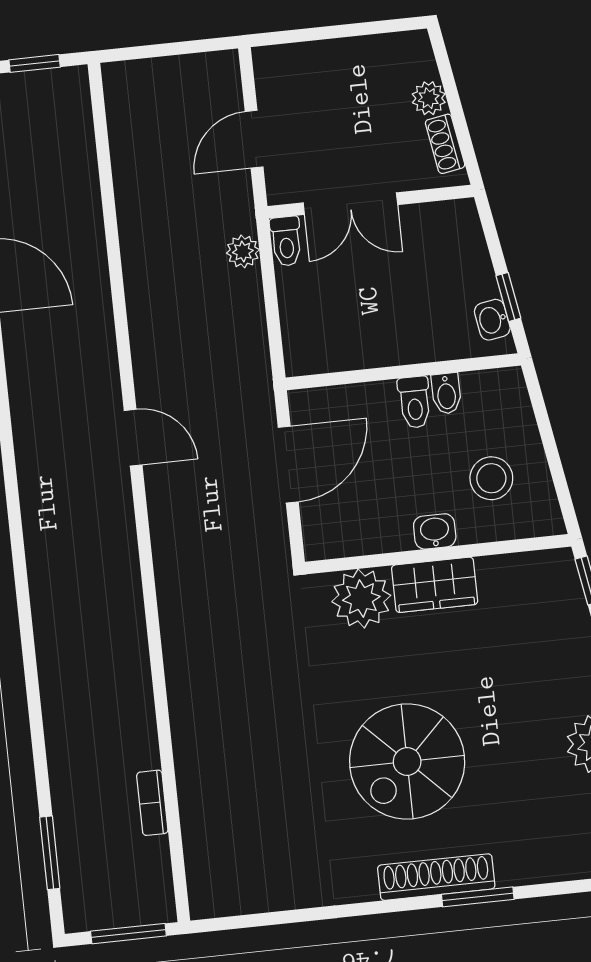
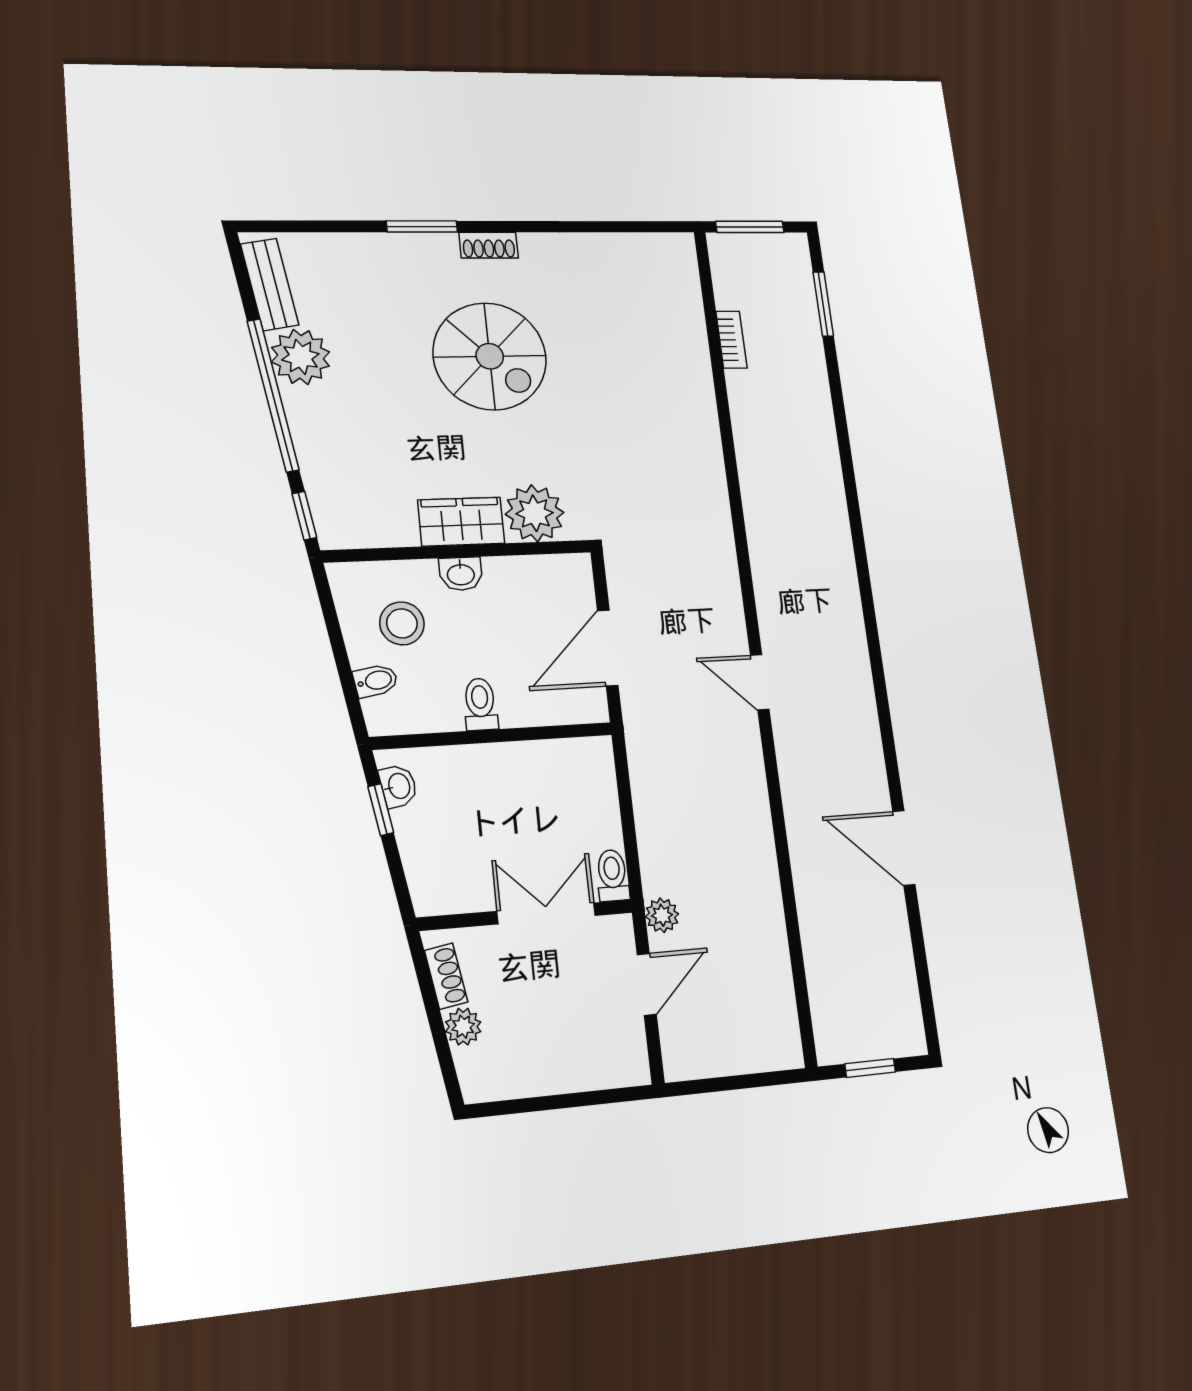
plant: (243, 251) -> (662, 915), moved
bidet: (446, 393) -> (376, 681), moved, turned 80
spiral stairs: (407, 761) -> (490, 356), turned 90
shoe rack: (436, 877) -> (489, 245), width x0.51, depth x0.81

